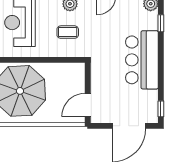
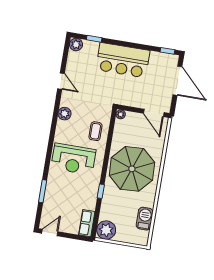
coffee table: (68, 32) -> (95, 131), moved
plant: (80, 68) -> (121, 114), added

